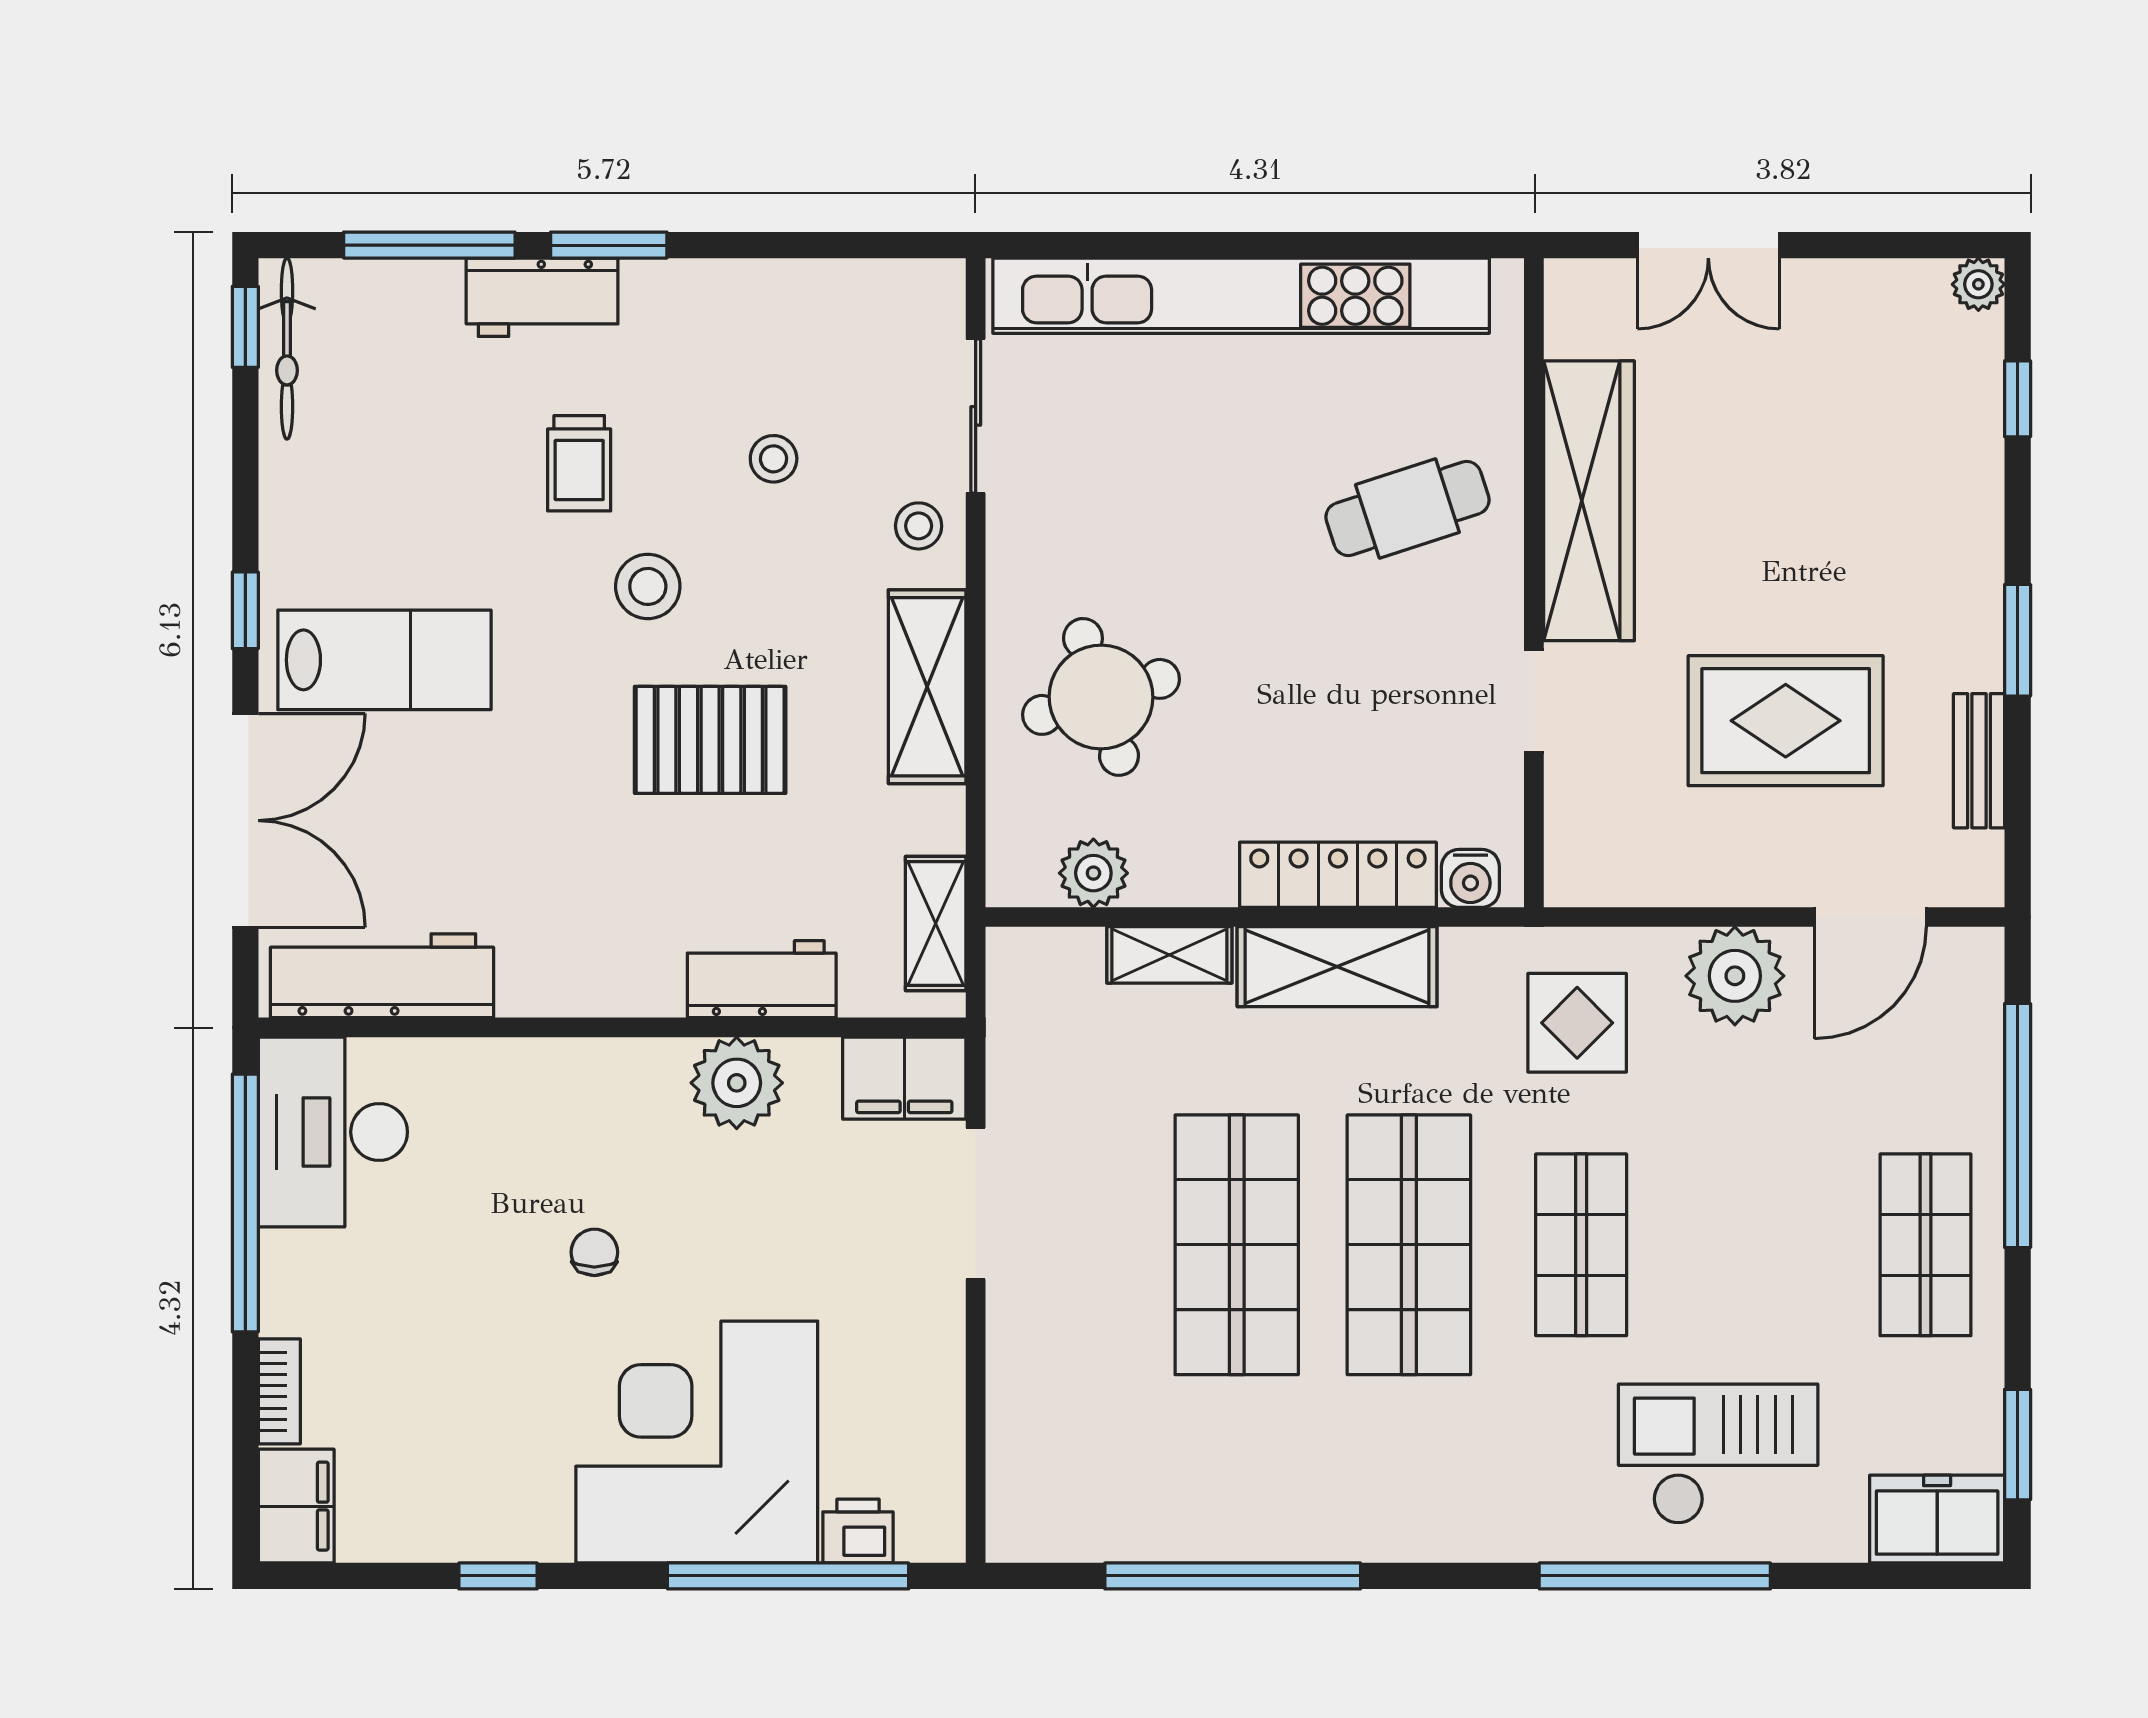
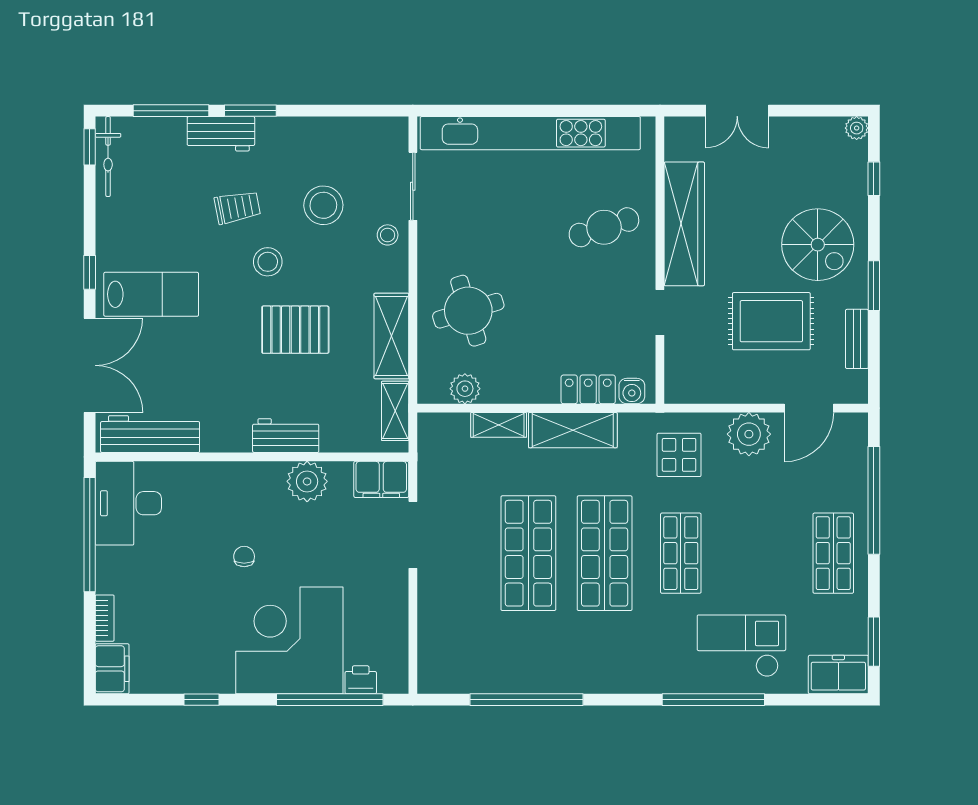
stool: (774, 459) -> (323, 205), width x1.89, depth x1.89
trolley: (579, 463) -> (237, 207), turned -101
spiral stairs: (1891, 548) -> (818, 245), added
shelving: (927, 687) -> (391, 336), moved
locker: (1338, 875) -> (588, 389), width x0.66
workbench: (762, 979) -> (286, 436), moved

